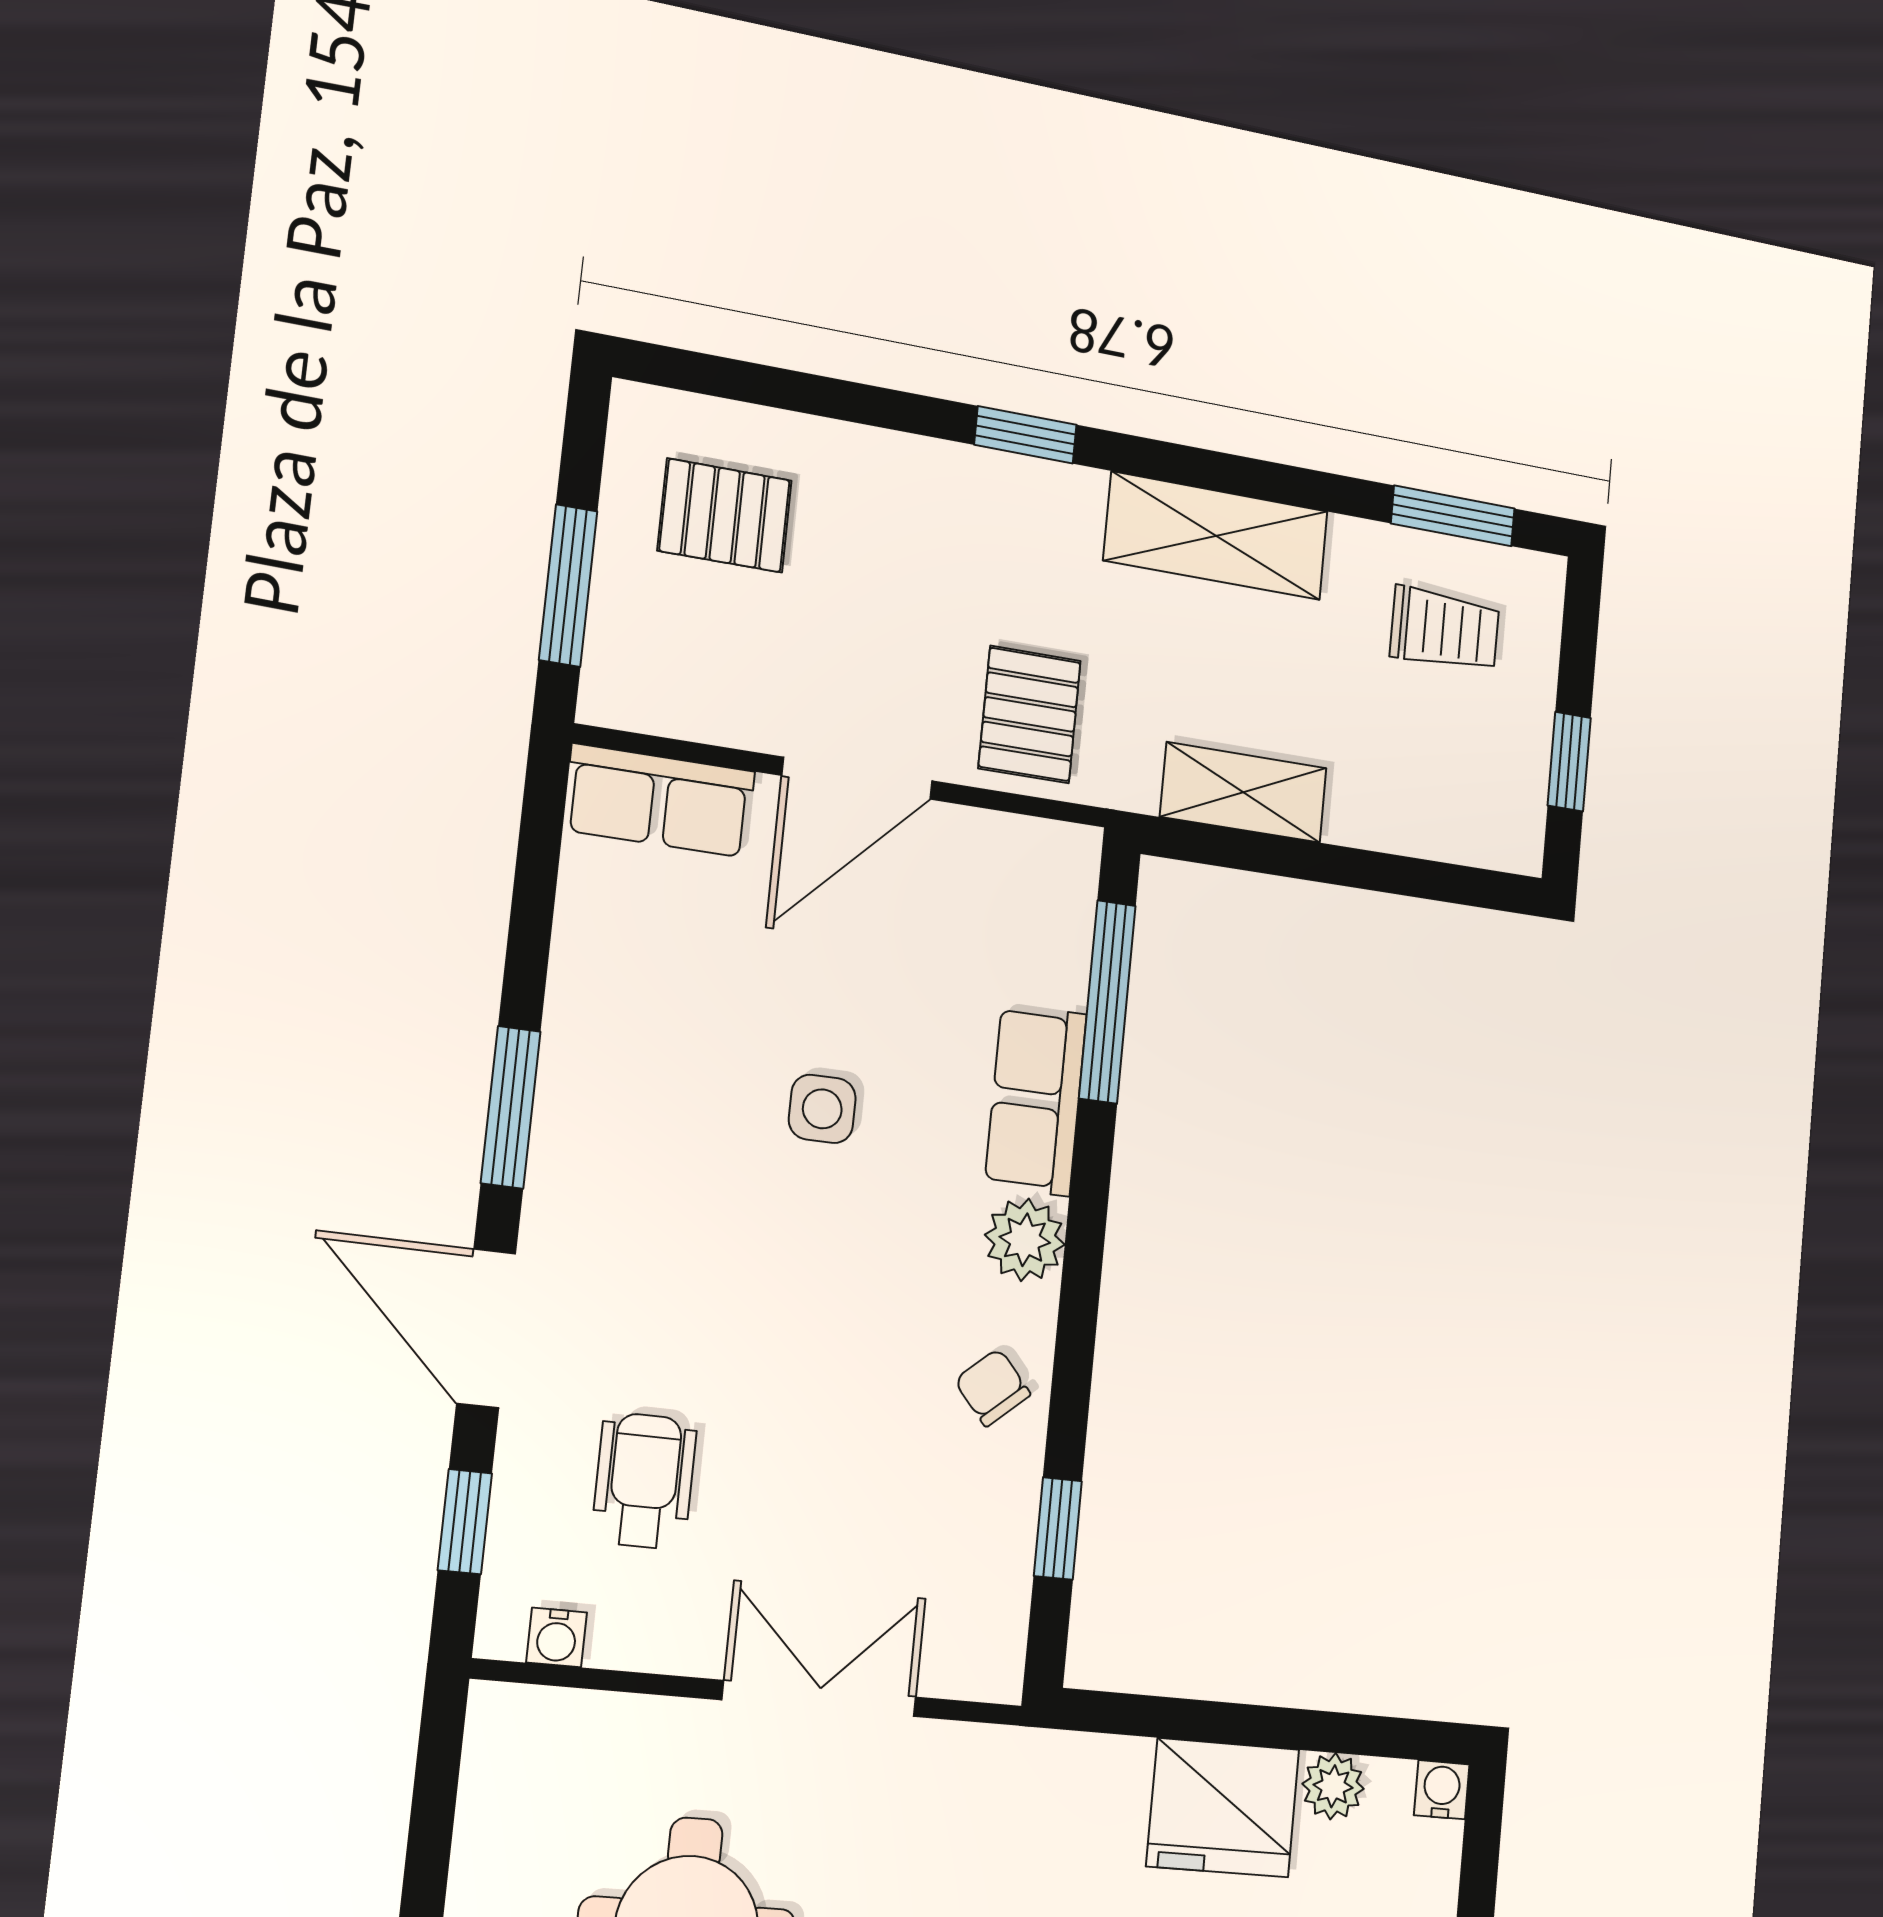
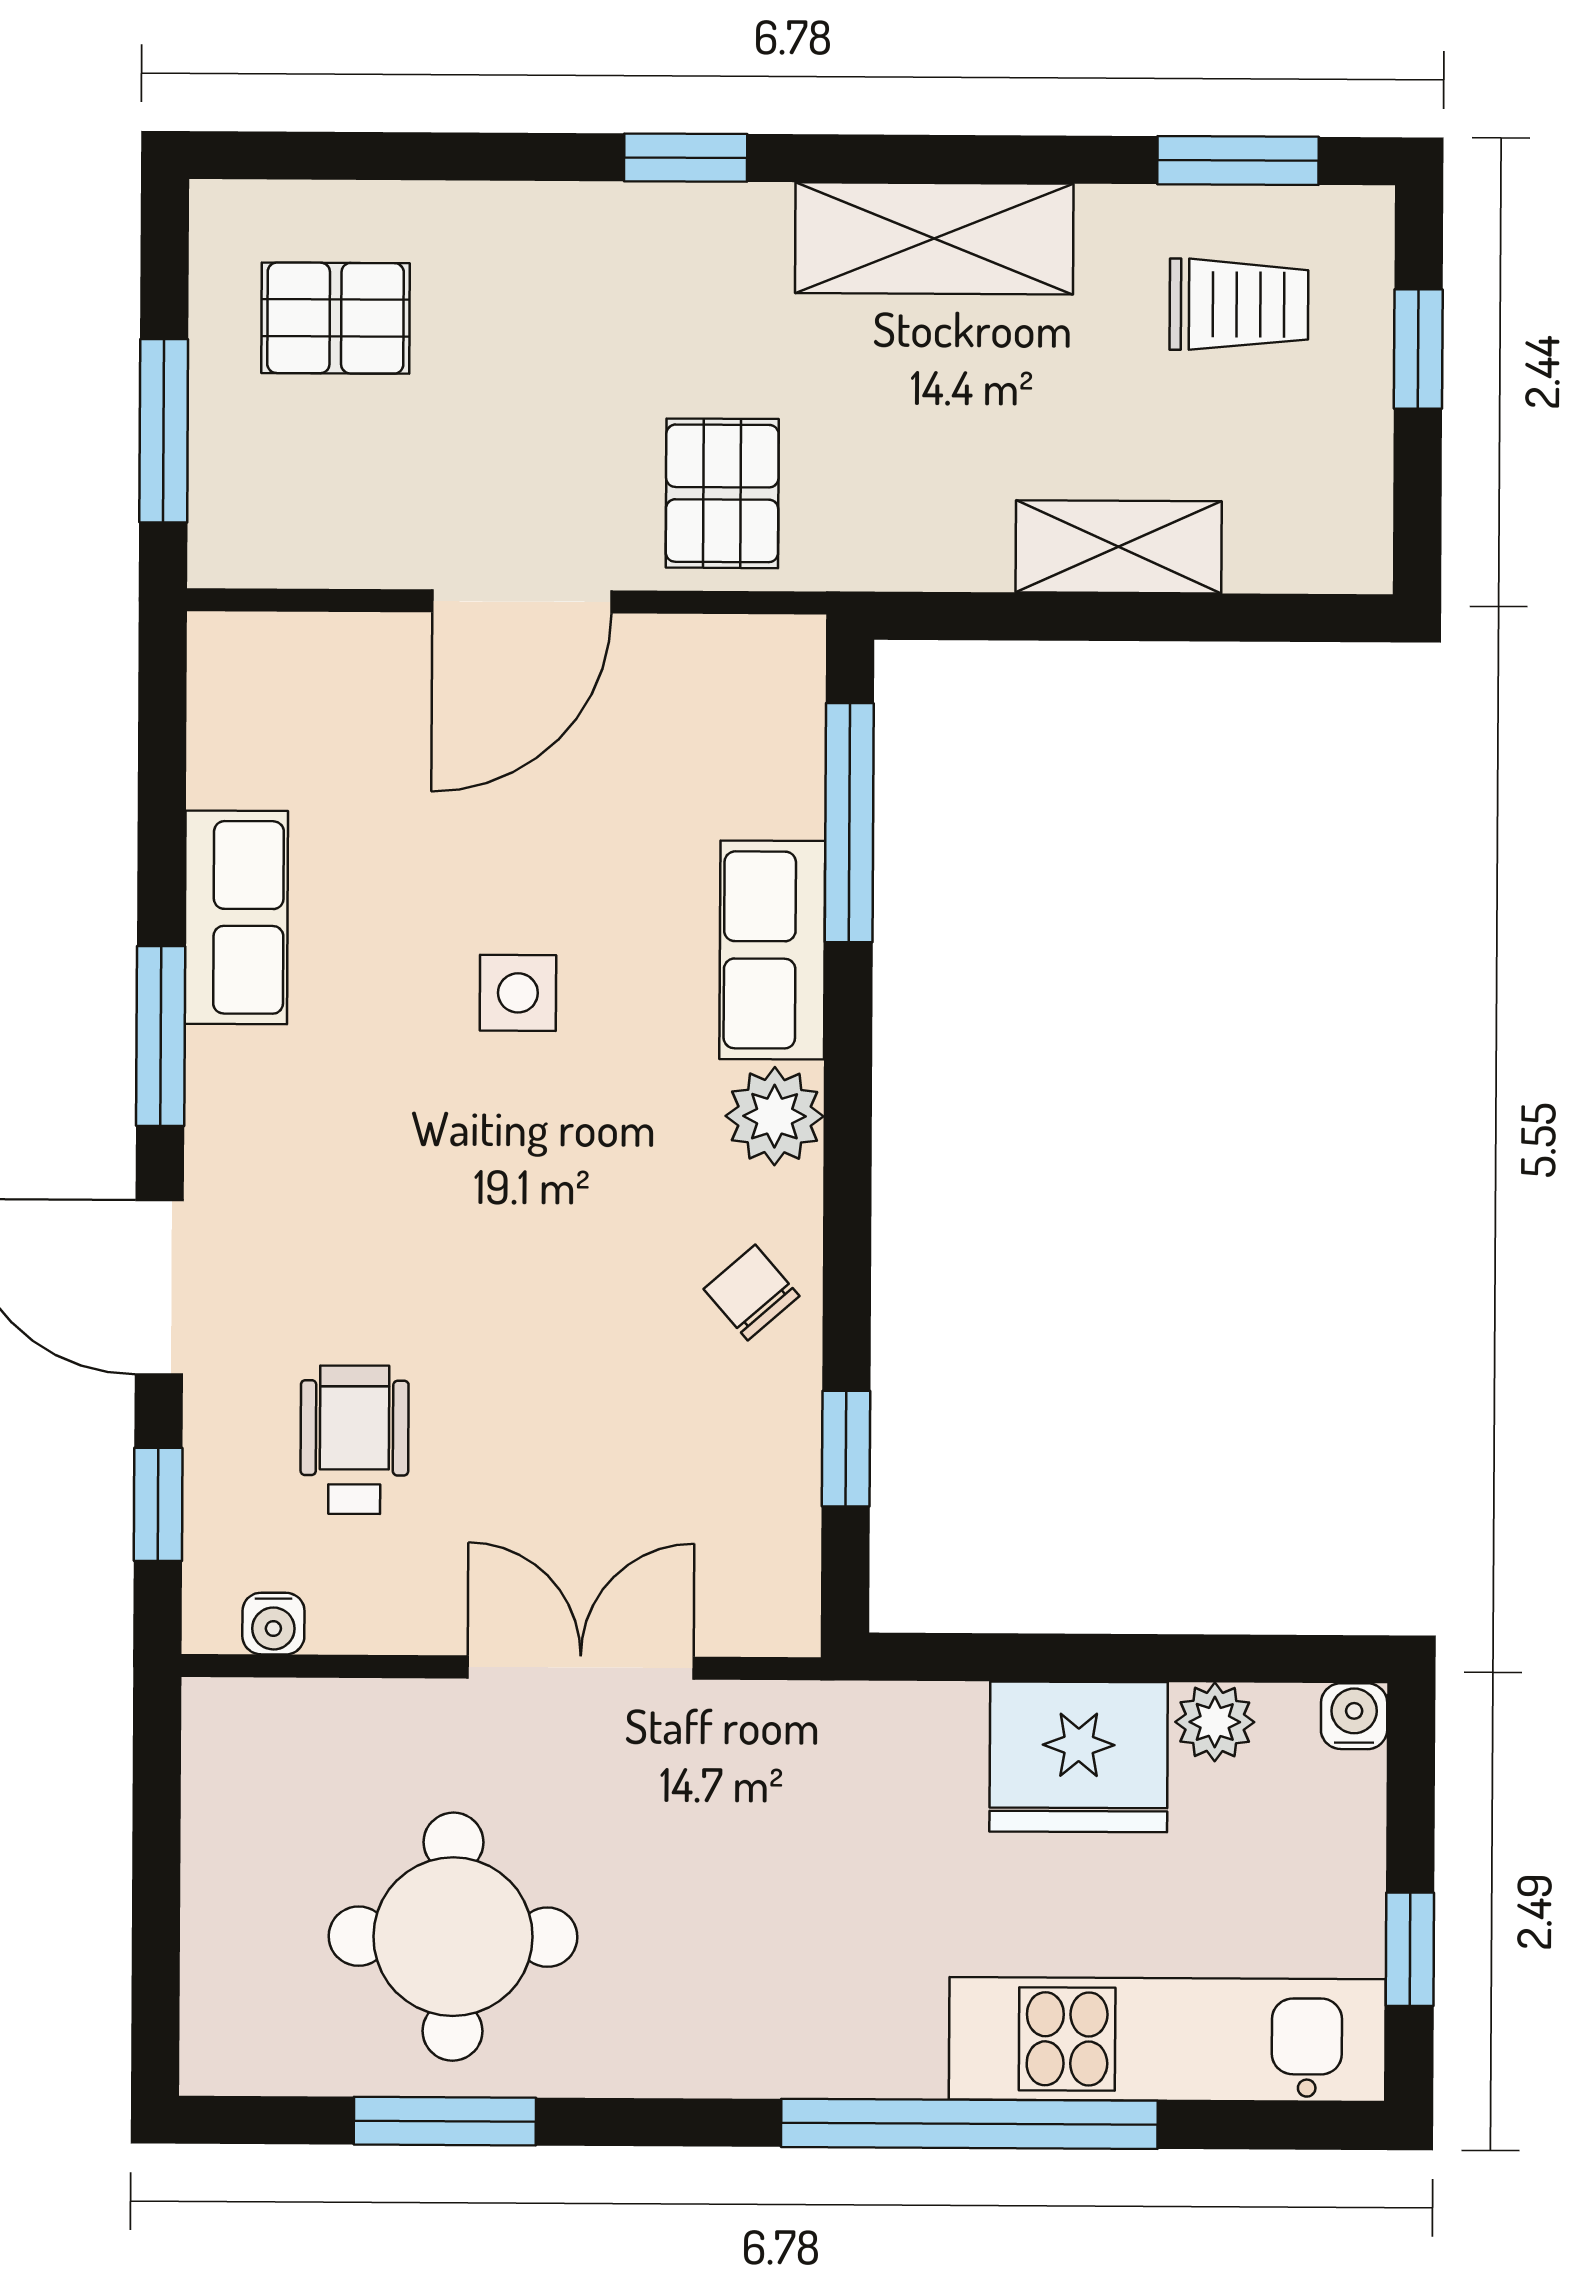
window: (1569, 762) -> (1418, 349), moved
shelving: (1244, 792) -> (1119, 547), moved
row of seats: (659, 801) -> (236, 917), moved, turned -90

